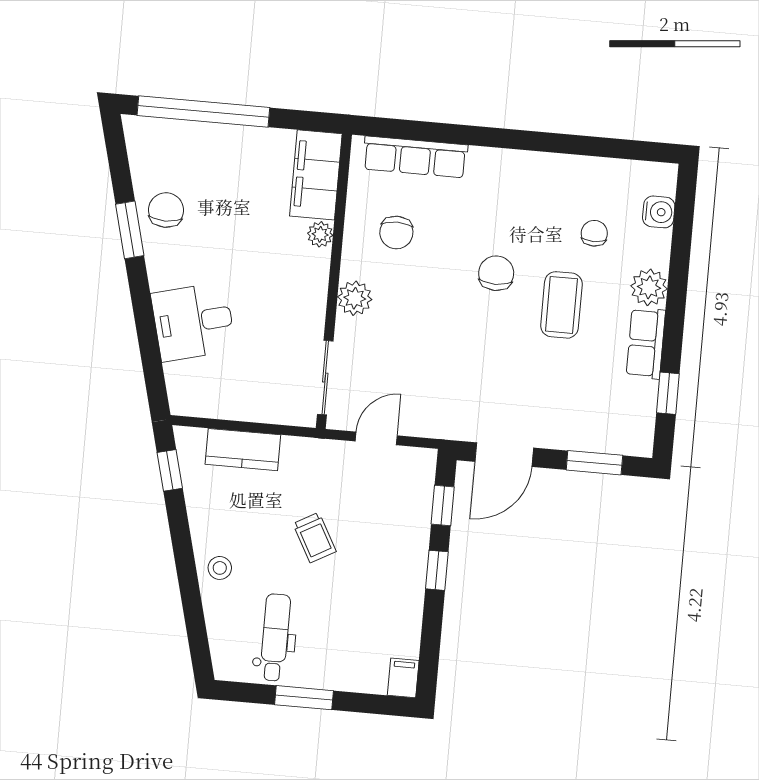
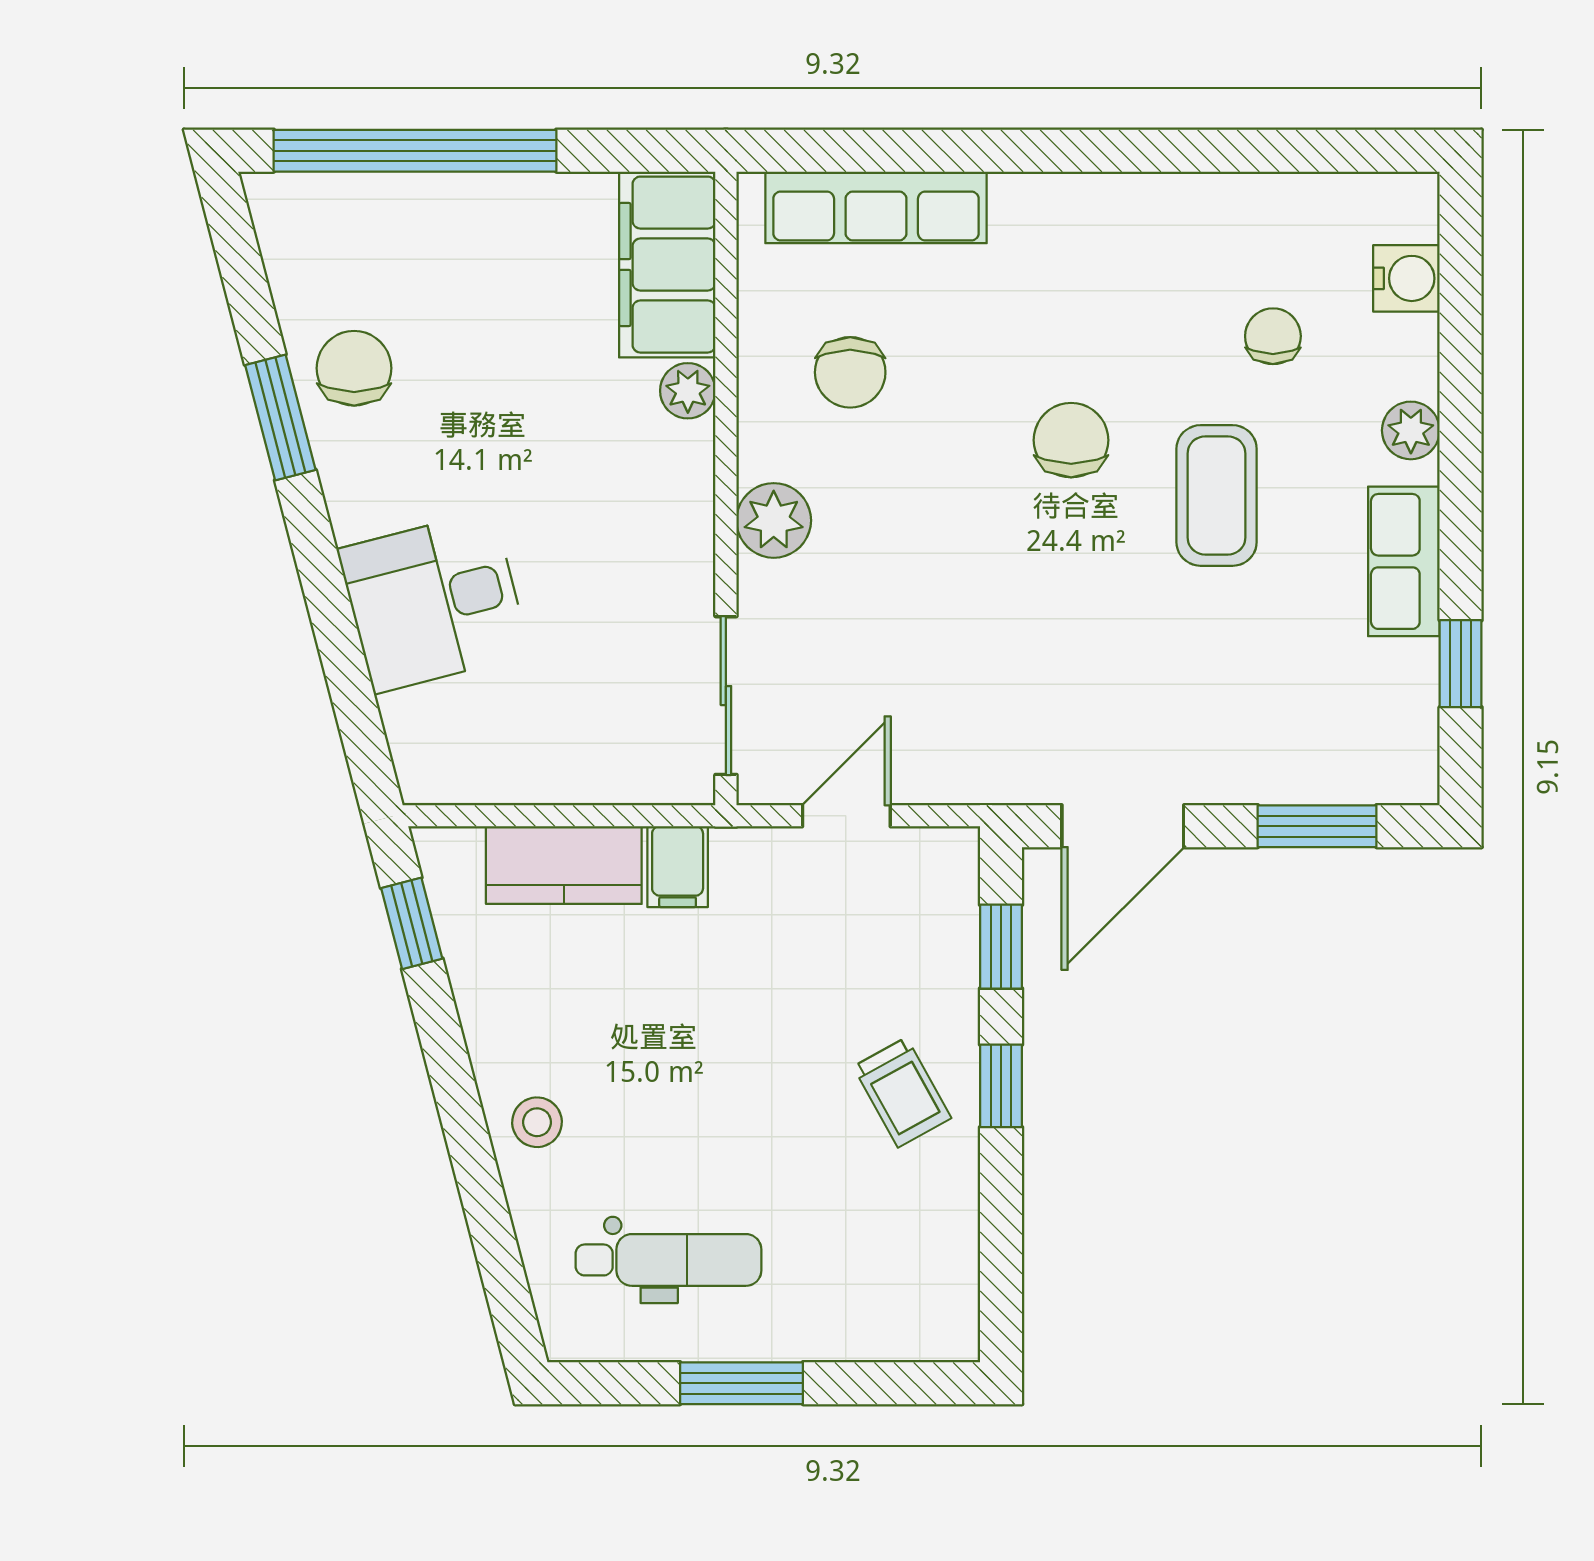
plant: (649, 287) -> (1411, 430), width x0.73, depth x0.73
trolley: (315, 538) -> (902, 1092), moved
dental chair: (275, 637) -> (668, 1260), turned 90
filing cabinet: (403, 678) -> (678, 867), moved, turned 180

